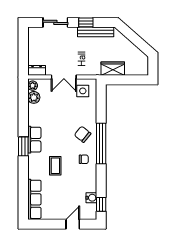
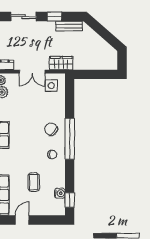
bench: (96, 32) -> (69, 26), width x0.73
wardrobe: (113, 69) -> (61, 63), moved
coffee table: (55, 166) -> (34, 182), moved
door: (73, 224) -> (22, 220), moved

